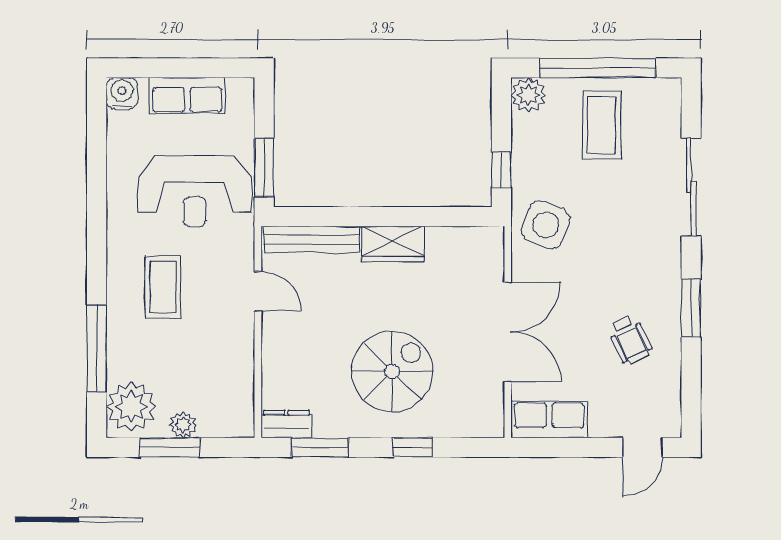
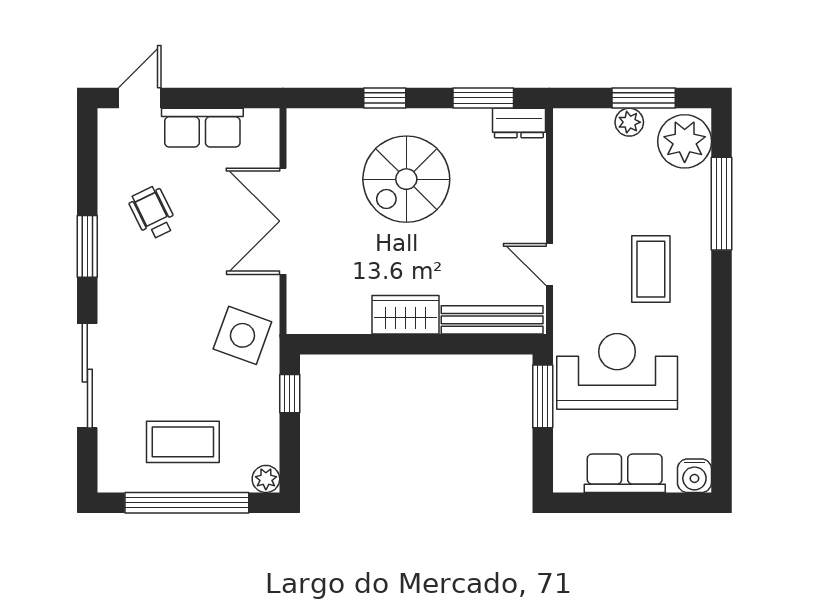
plant: (528, 95) -> (266, 479), width x0.73, depth x0.73
coffee table: (602, 125) -> (183, 442), turned 90
row of seats: (549, 420) -> (202, 128), moved

